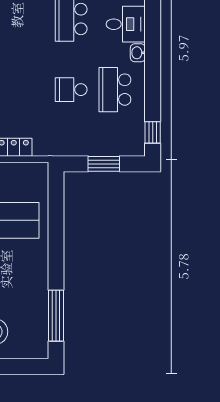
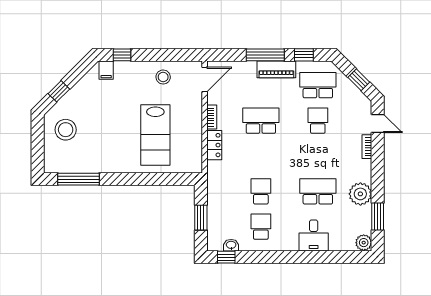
washbasin: (138, 53) -> (231, 245), moved
school desk: (115, 90) -> (261, 227), width x0.54

